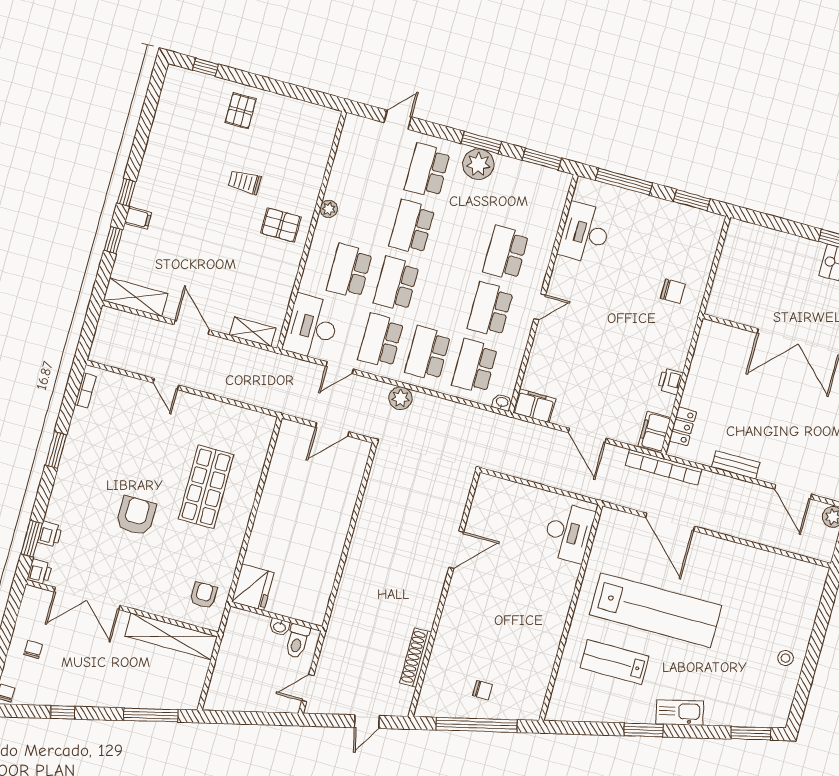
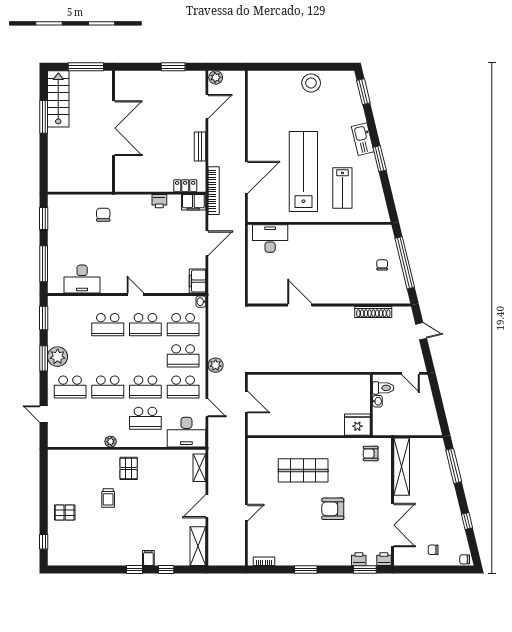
stool: (786, 658) -> (311, 83), width x1.89, depth x1.89

